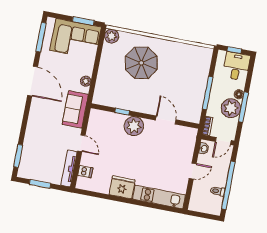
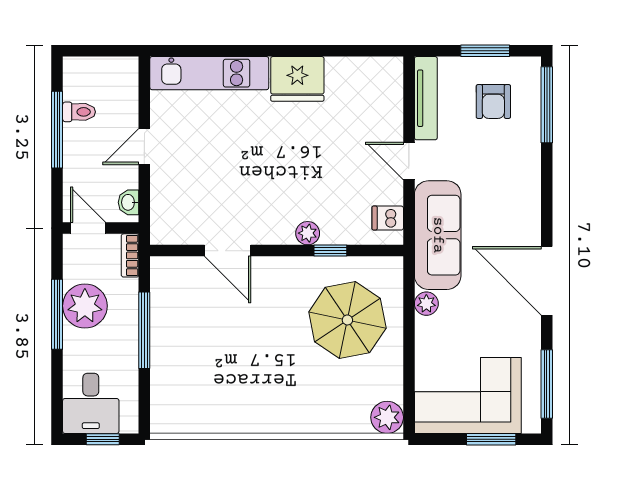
window: (83, 21) -> (491, 439), moved
parasol: (141, 63) -> (347, 320), moved
floor lamp: (239, 94) -> (73, 341), removed
sofa: (75, 109) -> (438, 235), width x1.36
plant: (134, 126) -> (308, 233), width x0.53, depth x0.53
door: (223, 141) -> (88, 228), hinge flipped
window: (18, 156) -> (547, 105), width x1.44
armchair: (41, 162) -> (493, 102), added
dishwasher: (85, 172) -> (388, 218), moved
window: (228, 185) -> (57, 130), width x0.68

